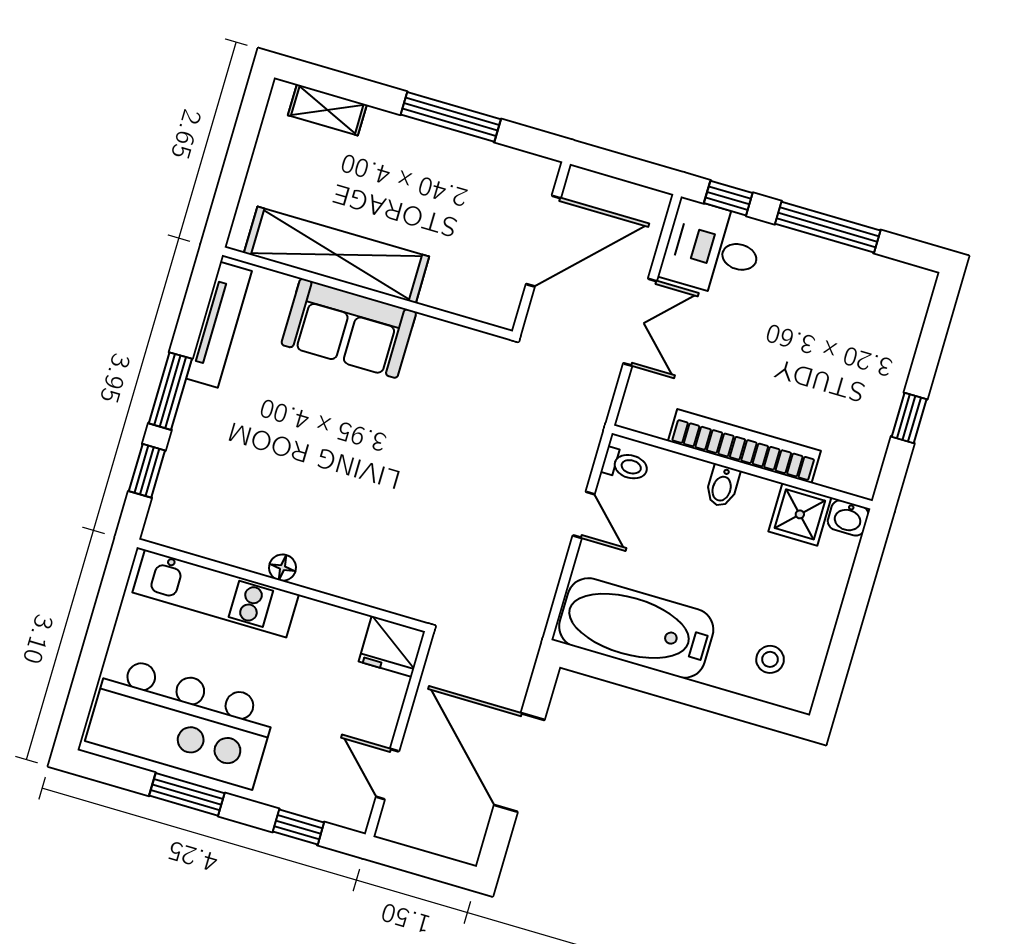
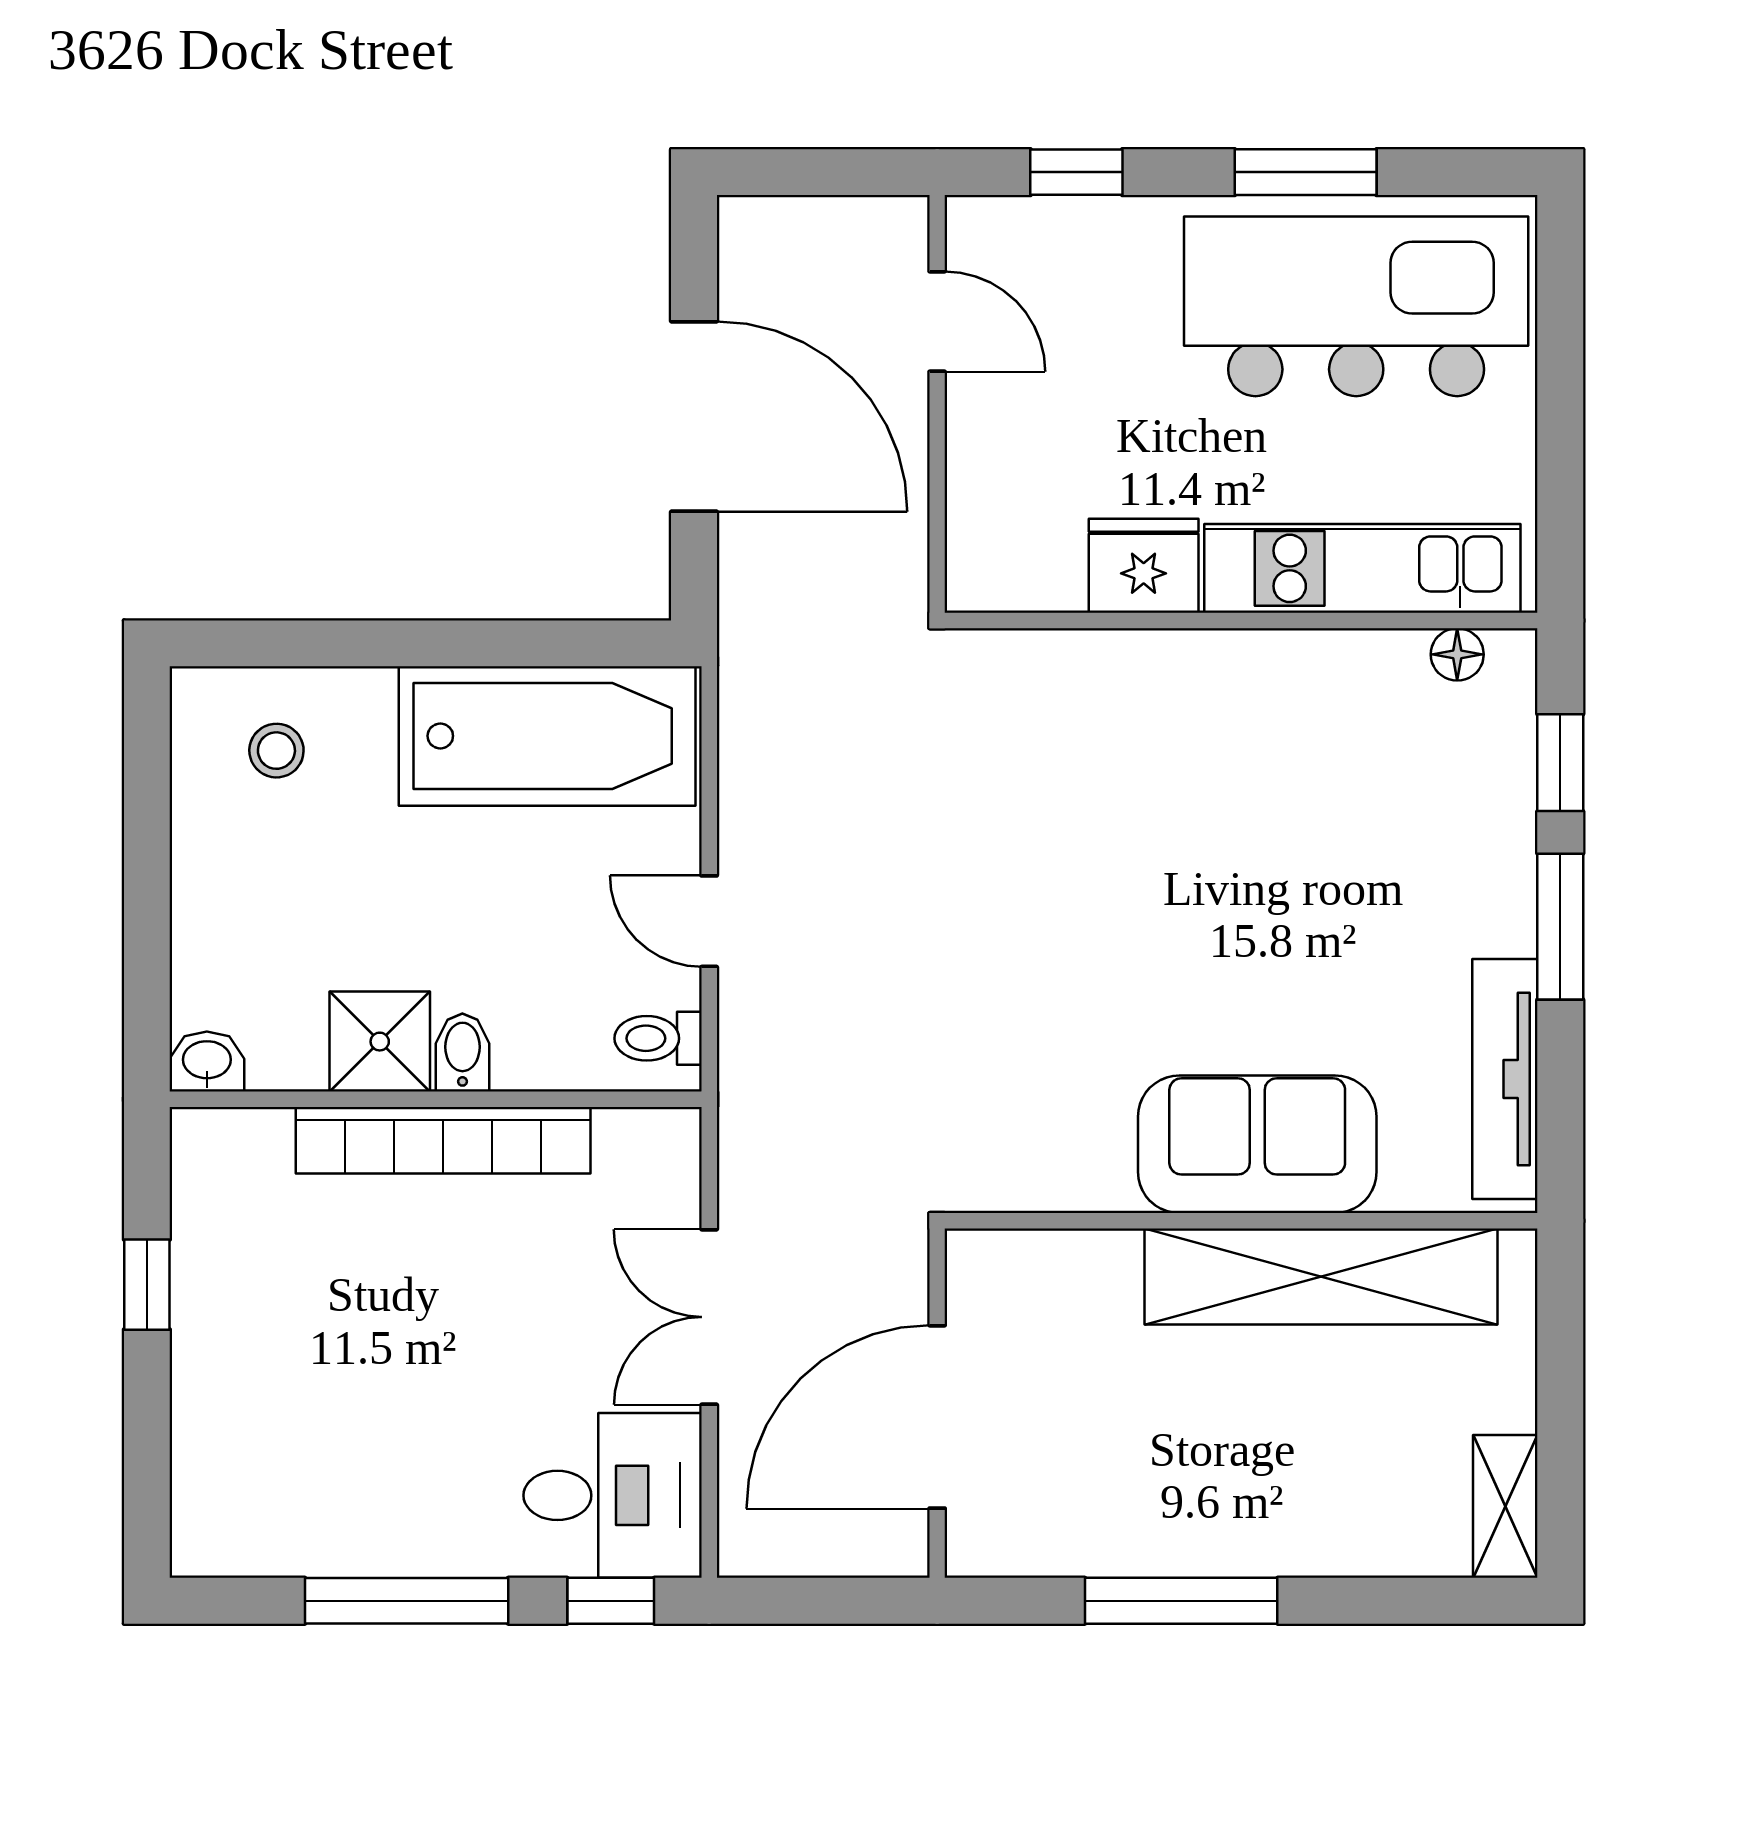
shelving: (327, 110) -> (1505, 1506), moved, turned 90
shower: (800, 514) -> (380, 1042), moved
floor lamp: (282, 568) -> (1457, 654), moved
fridge: (392, 646) -> (1144, 566), moved

